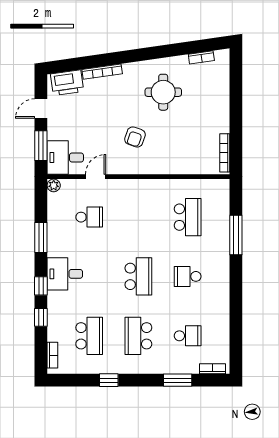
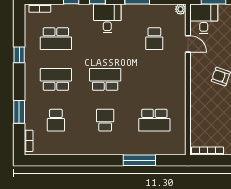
school desk: (138, 276) -> (105, 79), turned 180

